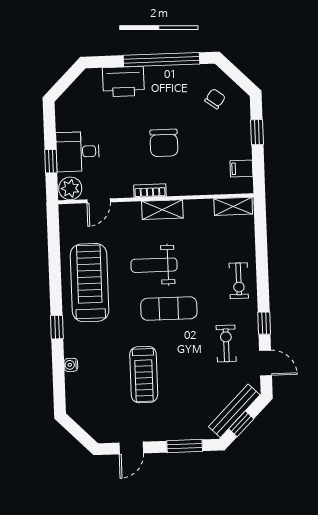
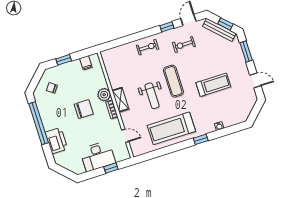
desk: (78, 152) -> (98, 156), width x1.37
plant: (70, 188) -> (104, 95), moved
shelving: (233, 206) -> (108, 62), removed

